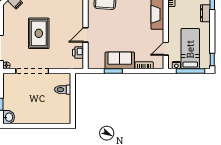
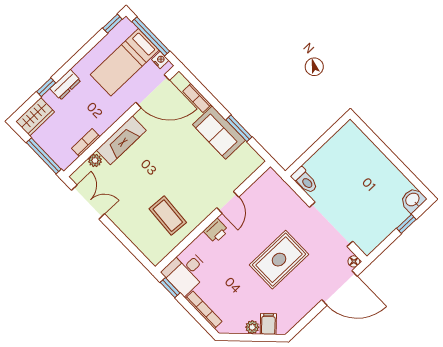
door: (85, 35) -> (228, 202), hinge flipped
door: (166, 49) -> (153, 91), width x1.88
printer: (78, 53) -> (216, 231), moved
toilet: (63, 90) -> (305, 180), moved

